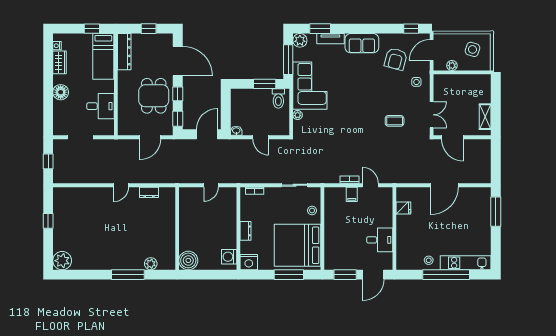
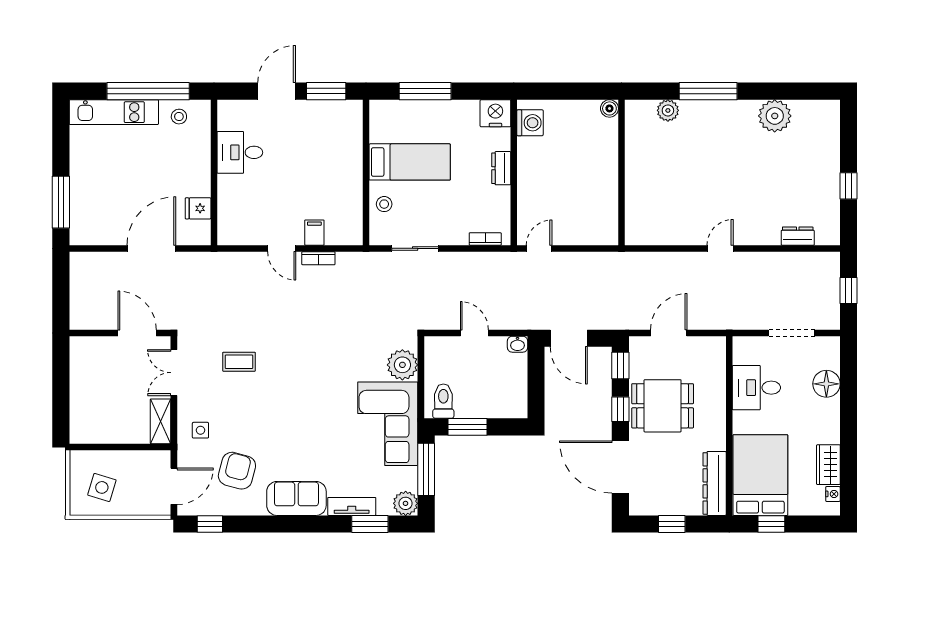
bed: (103, 56) -> (760, 475), width x1.50
plant: (452, 66) -> (138, 459), removed
floor lamp: (61, 92) -> (826, 384), moved
dining table: (154, 96) -> (663, 406), turned 90
plant: (298, 115) -> (402, 365), width x1.88, depth x1.88
shelving: (485, 117) -> (161, 421), moved
door: (207, 134) -> (569, 338), hinge flipped
door: (211, 185) -> (539, 248), moved
dresser: (149, 192) -> (798, 236), moved
fridge: (403, 208) -> (198, 208), moved
wall: (394, 228) -> (214, 172), moved
desk: (380, 240) -> (240, 152), moved
bed: (298, 245) -> (410, 162), width x0.49
boiler: (188, 260) -> (609, 108), width x0.54, depth x0.54
plant: (62, 261) -> (775, 116), moved

